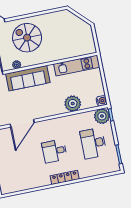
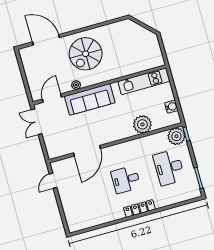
spiral stairs: (27, 38) -> (86, 54), turned -90
water cooler: (102, 101) -> (171, 107), moved

